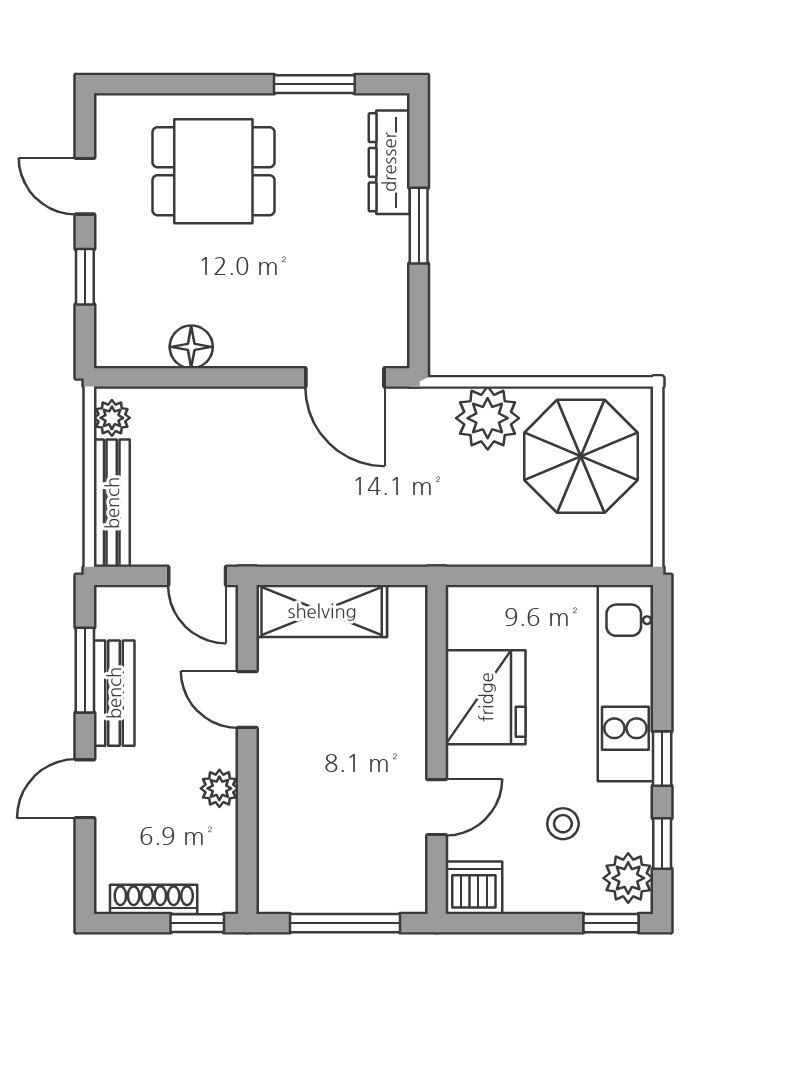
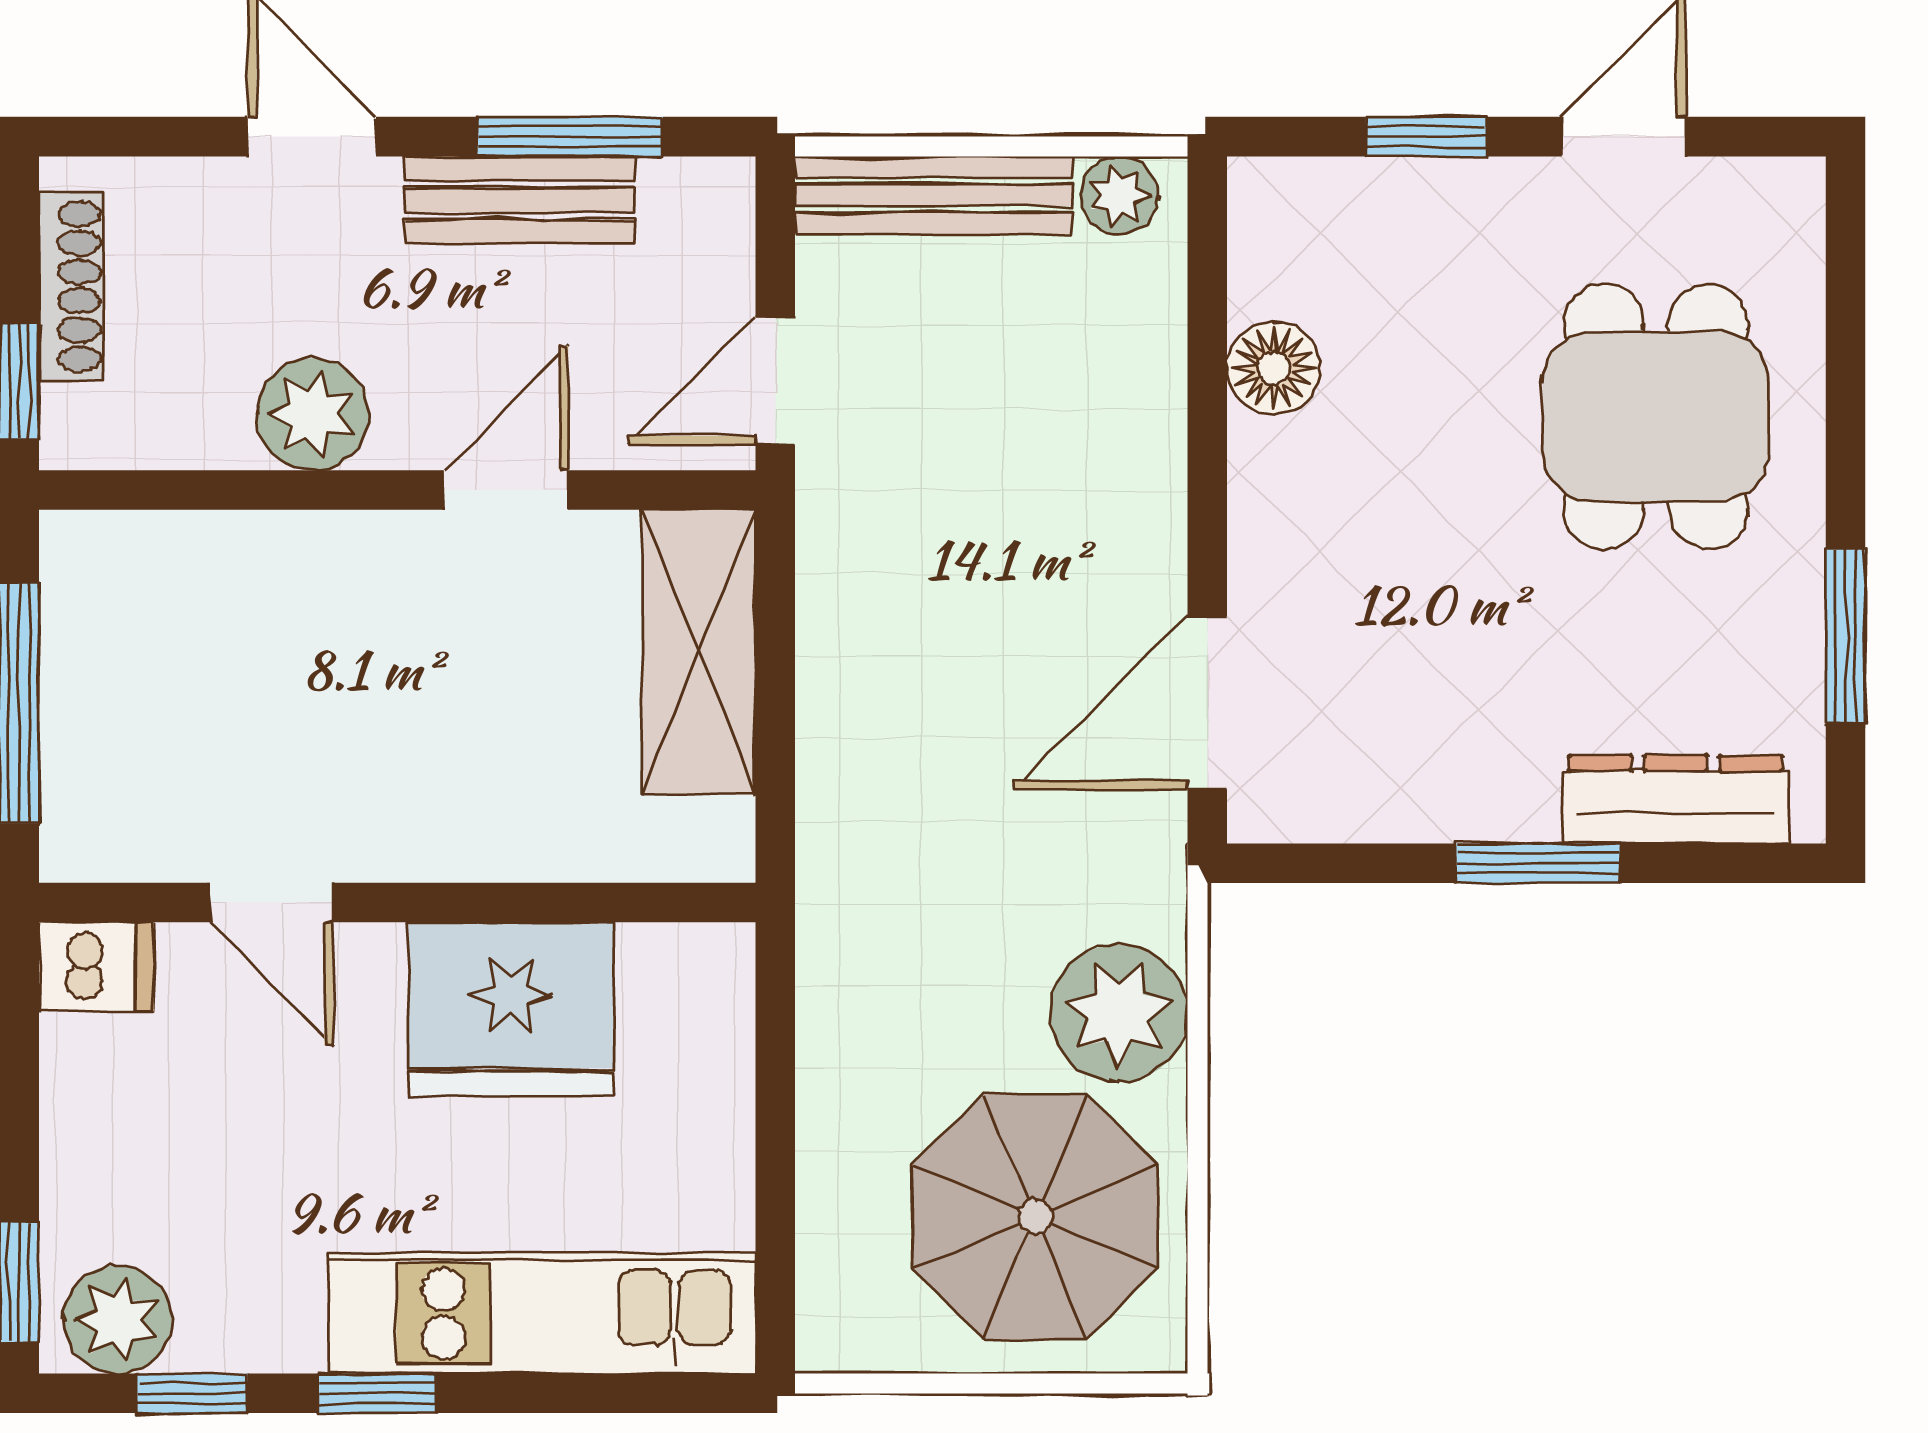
plant: (219, 788) -> (313, 414), width x1.38, depth x1.38
stool: (563, 824) -> (236, 1177), removed
dishwasher: (474, 888) -> (96, 967), width x0.73

